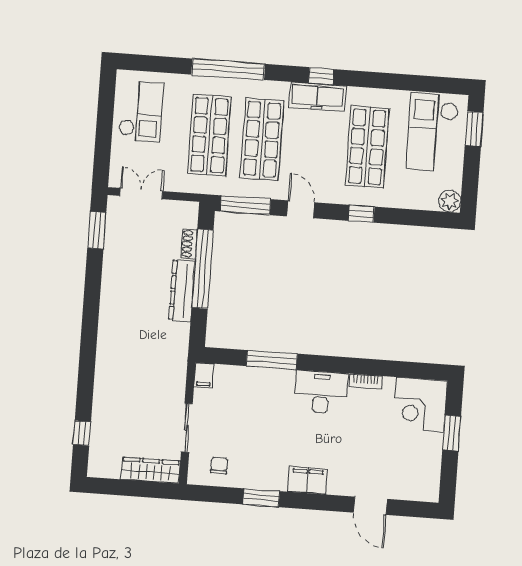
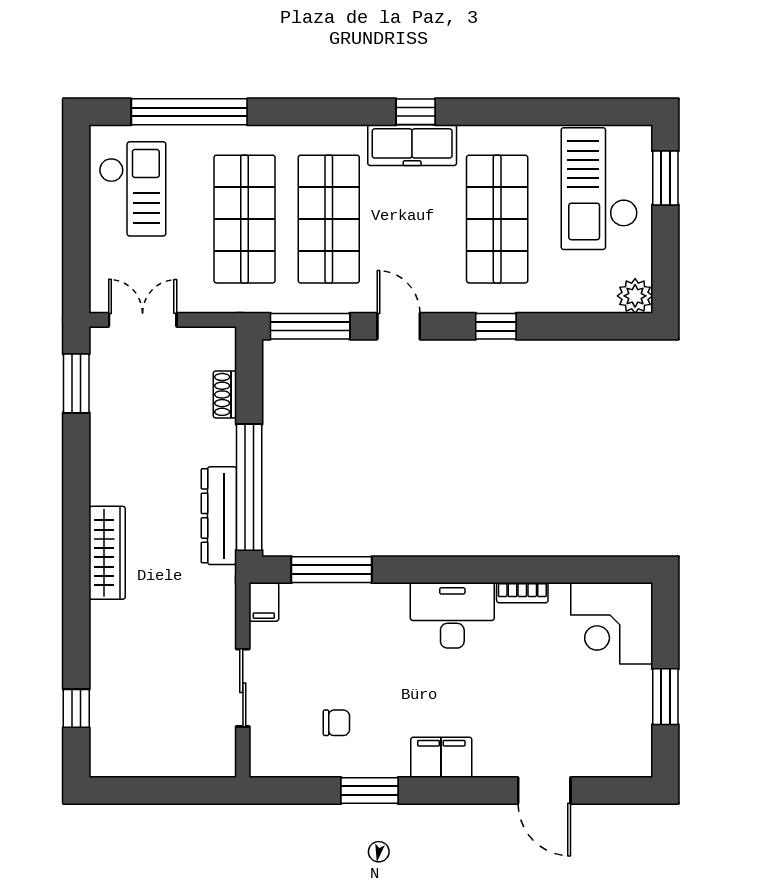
window: (228, 69) -> (189, 112), moved
window: (203, 269) -> (249, 487), moved
dresser: (182, 291) -> (219, 516), moved
window: (272, 360) -> (331, 570), moved
window: (452, 433) -> (665, 697), moved
chair: (219, 465) -> (336, 723), moved, turned 90
wardrobe: (150, 470) -> (107, 553), moved, turned 90

